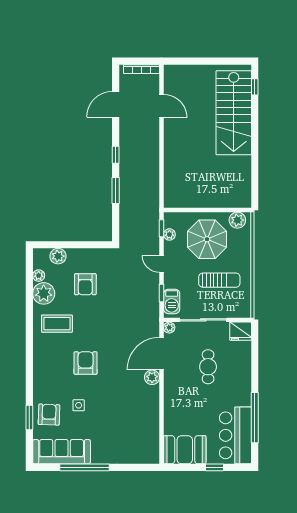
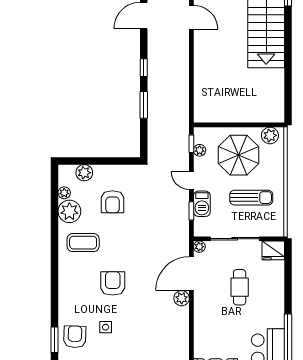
barbecue: (172, 301) -> (202, 204), moved

